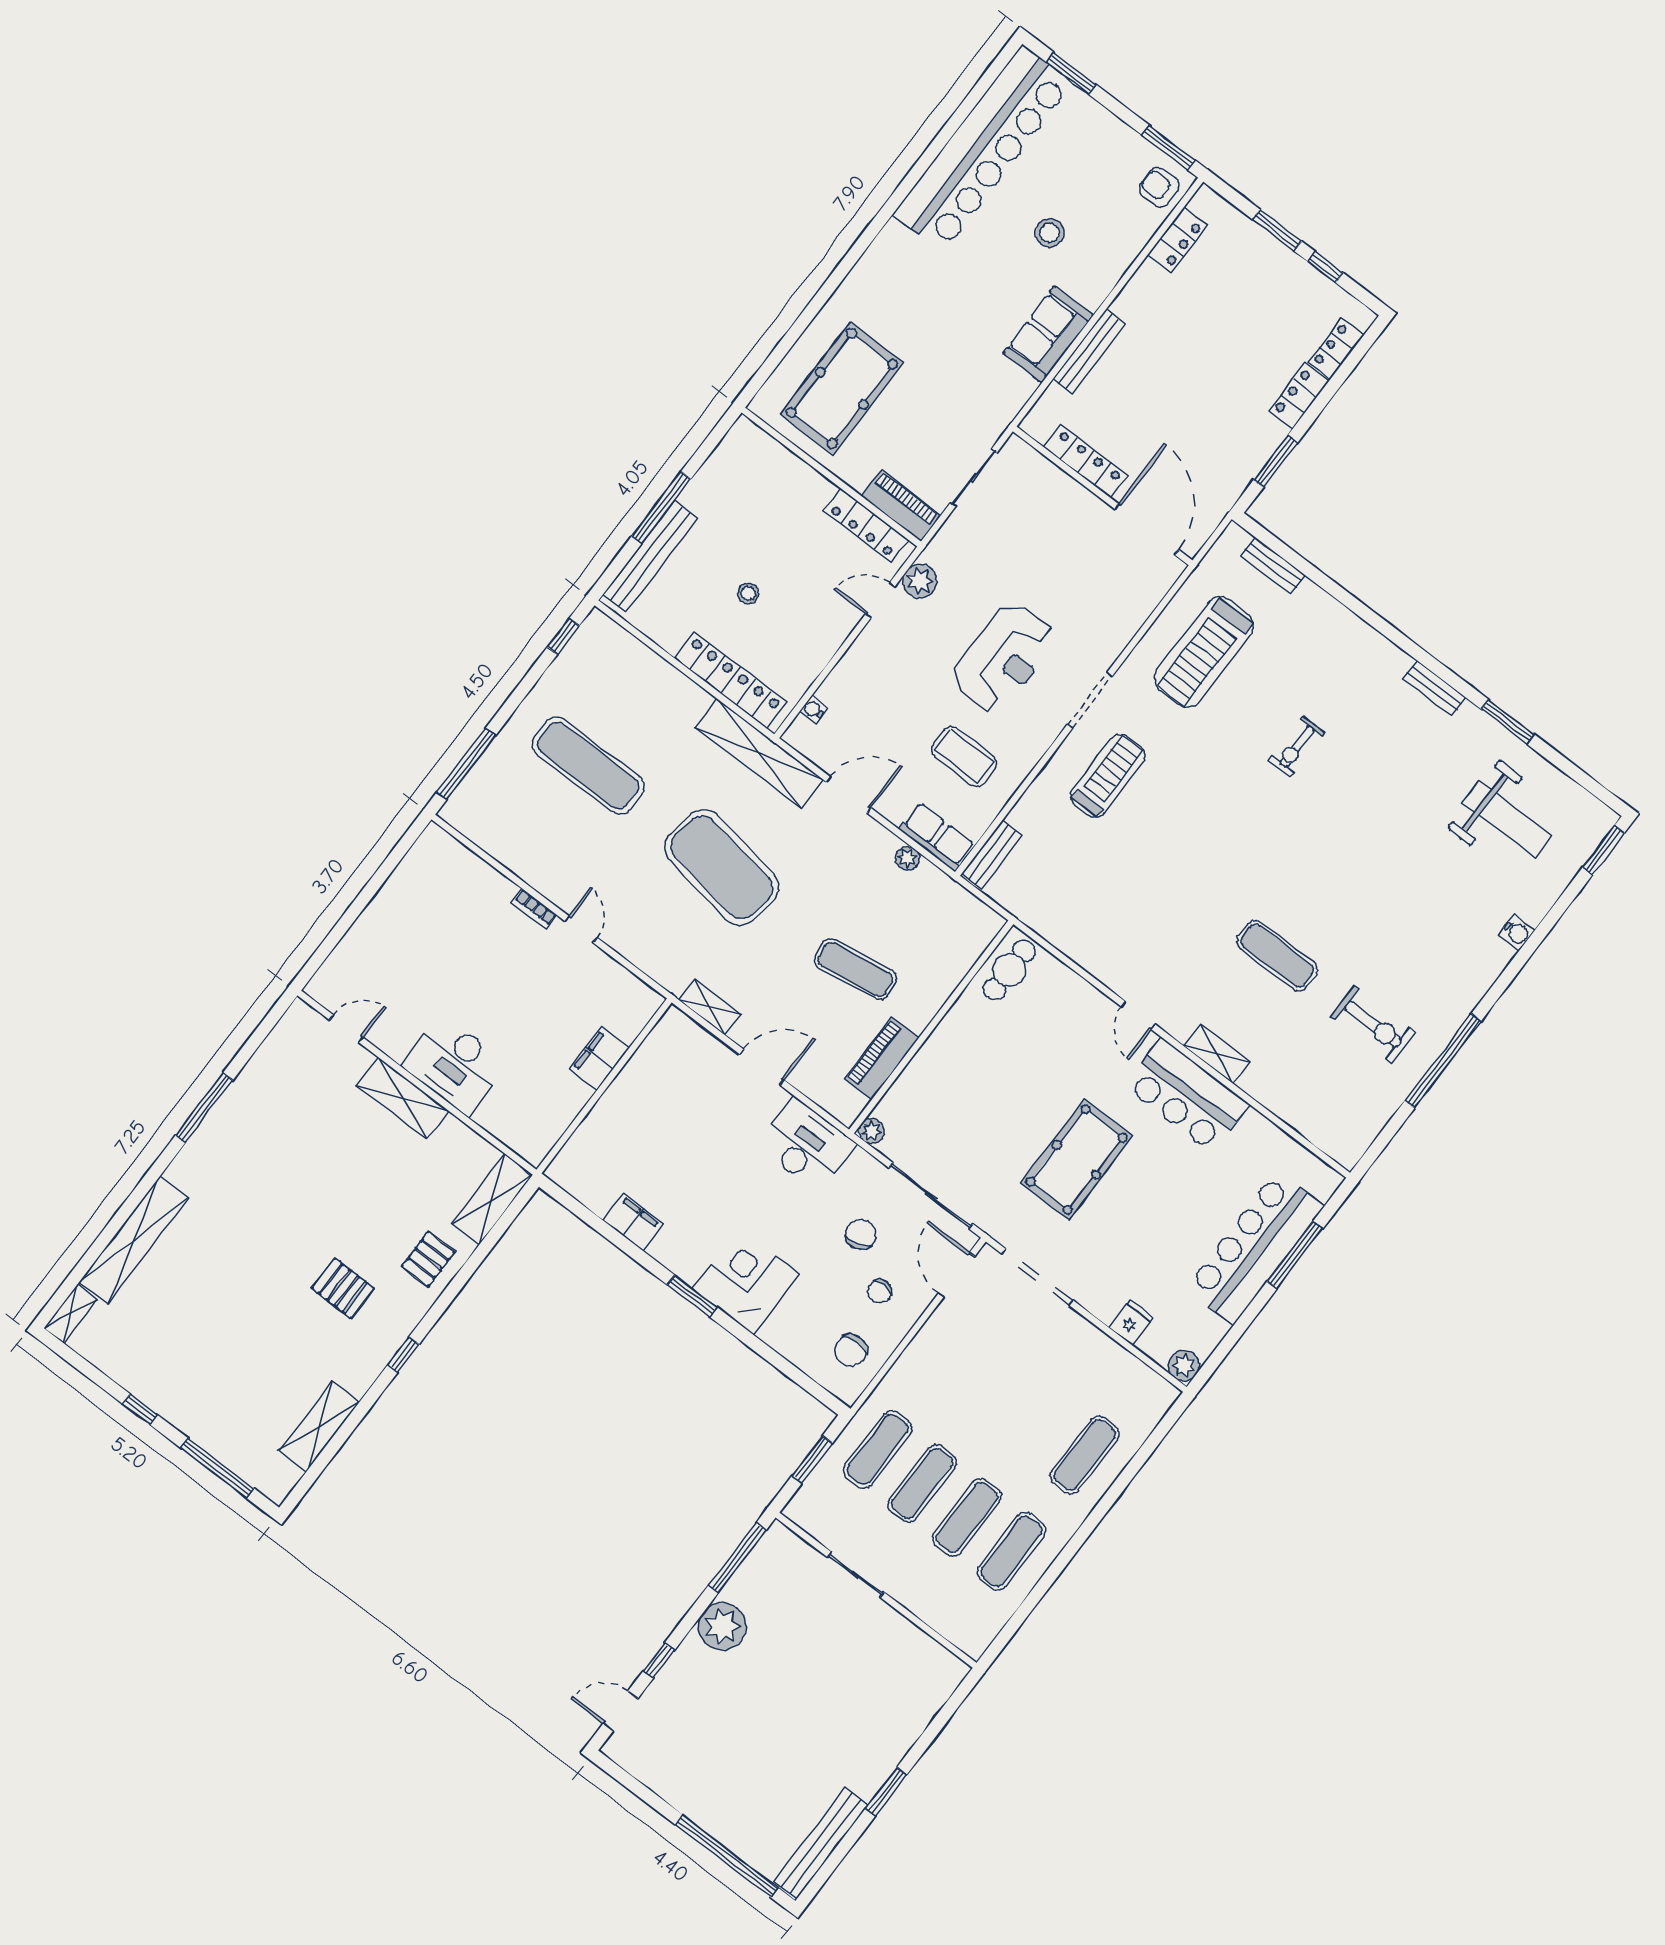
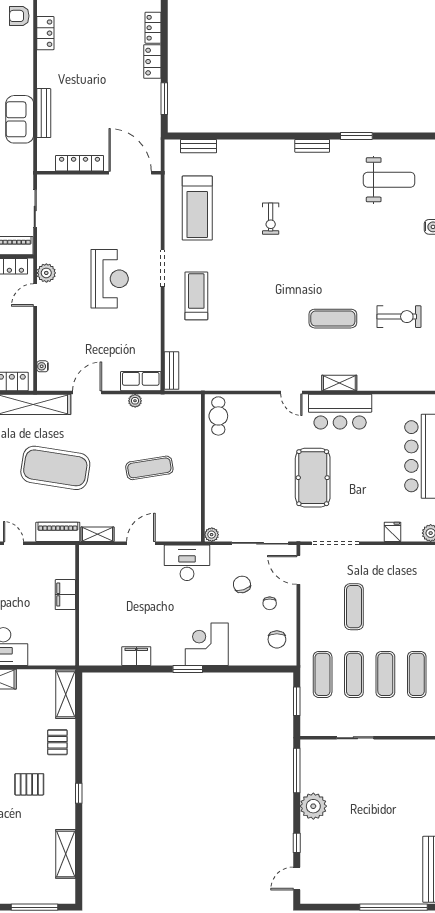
coffee table: (964, 757) -> (126, 336), removed
piano: (882, 1058) -> (58, 532), moved, turned 90
exercise mat: (1085, 1455) -> (354, 607), moved

